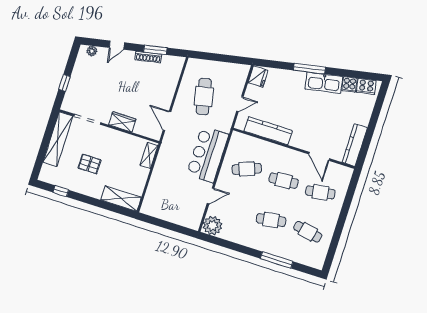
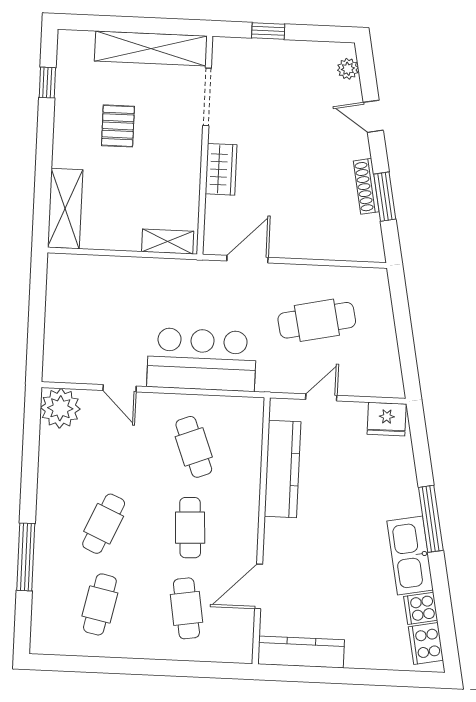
door: (240, 104) -> (321, 397), swing flipped
cafe table: (271, 220) -> (104, 524), turned 33

